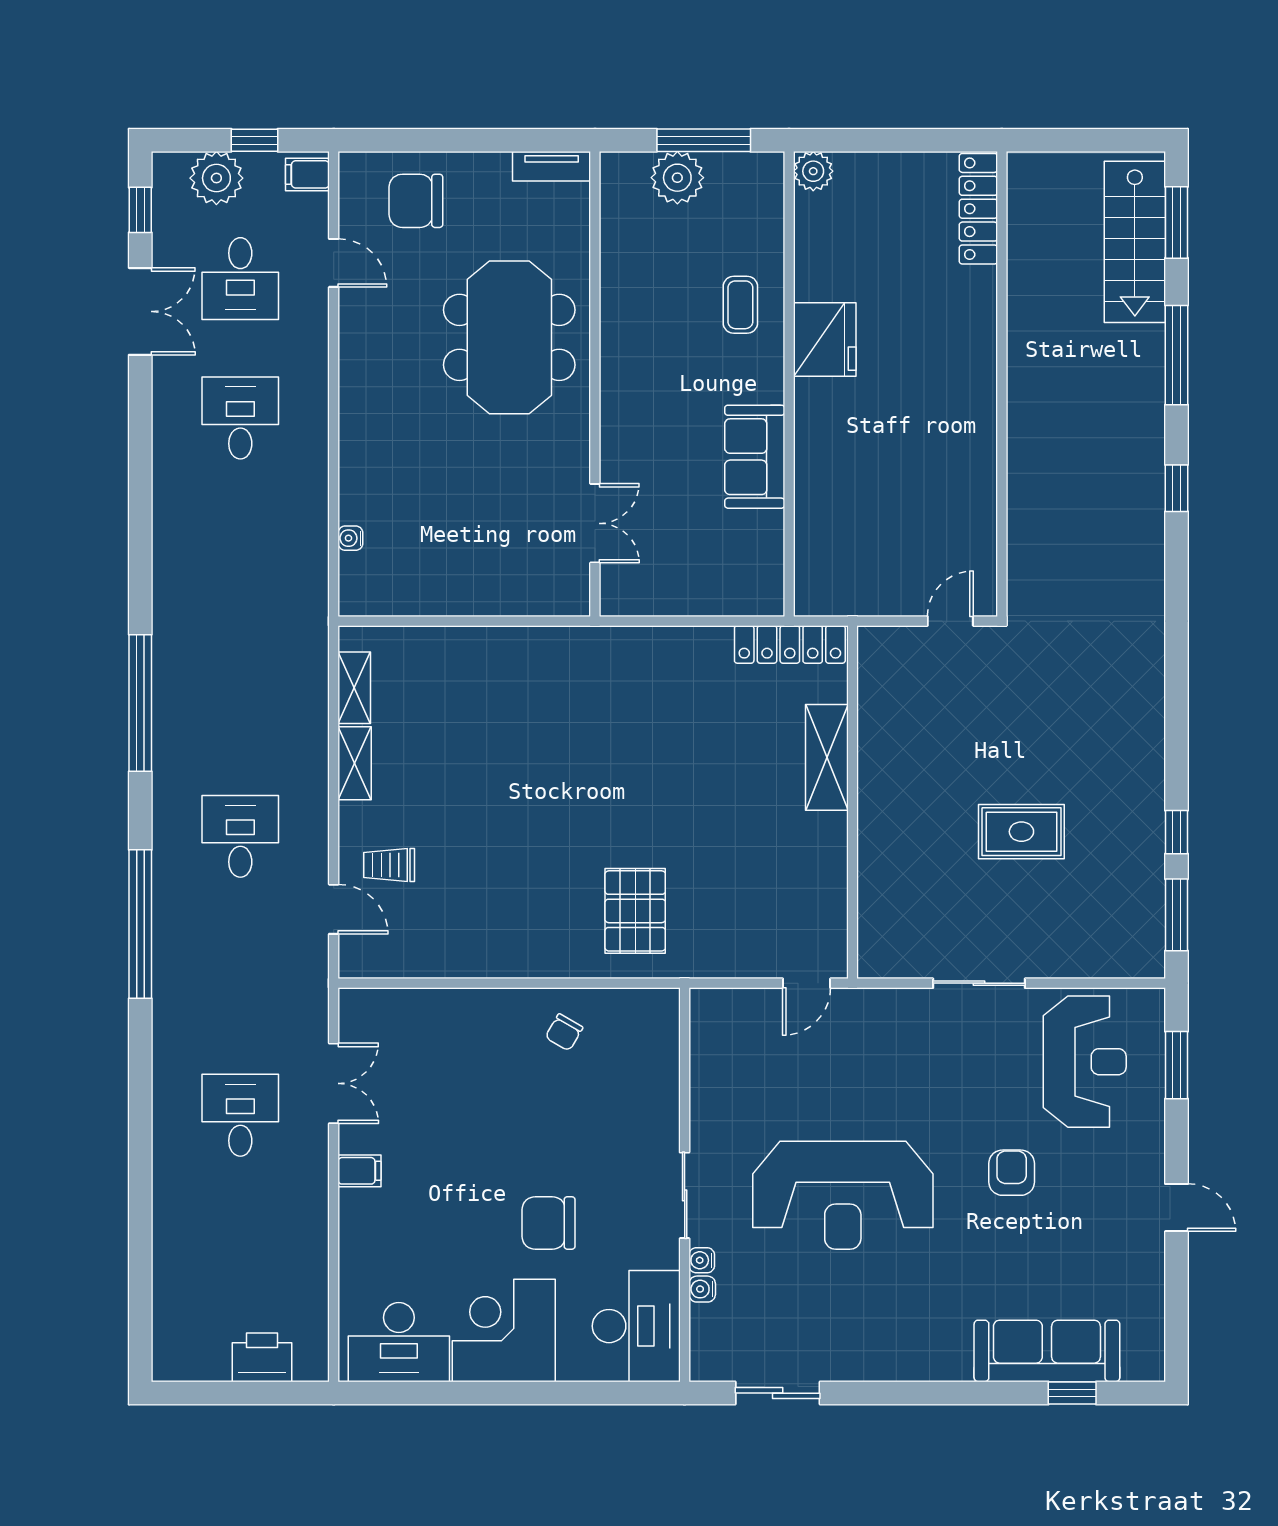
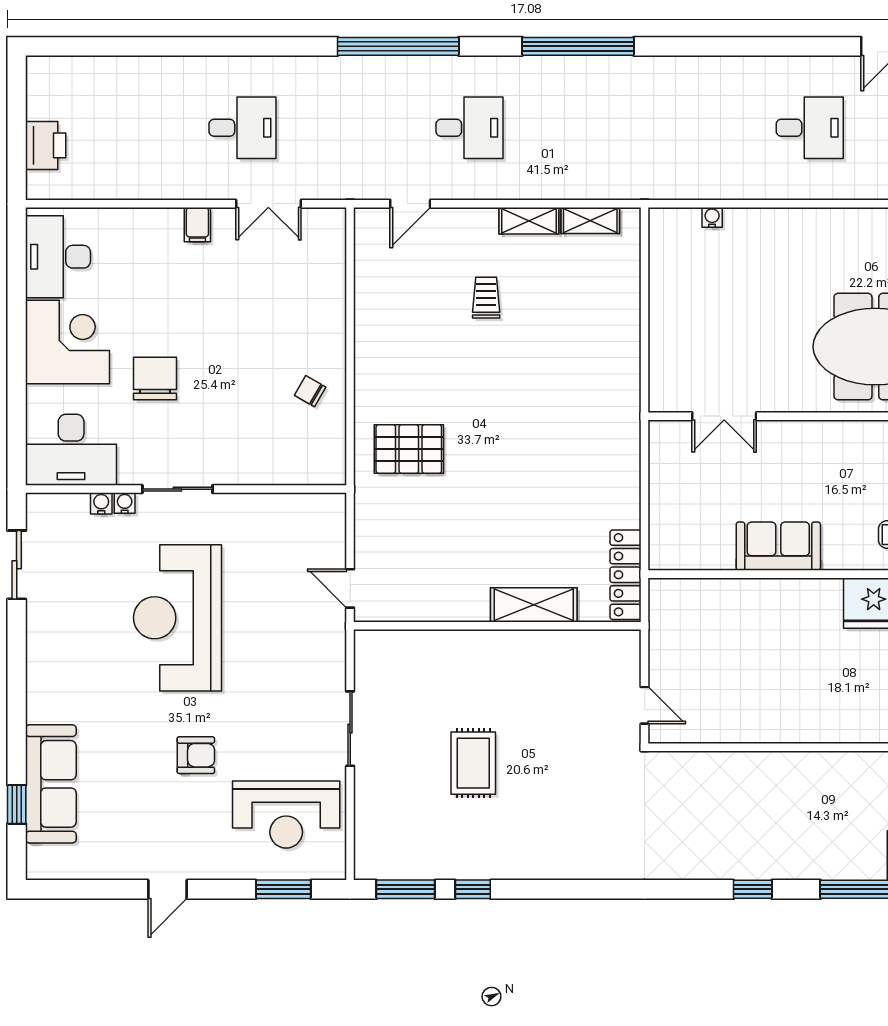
trolley: (389, 865) -> (486, 298), moved

